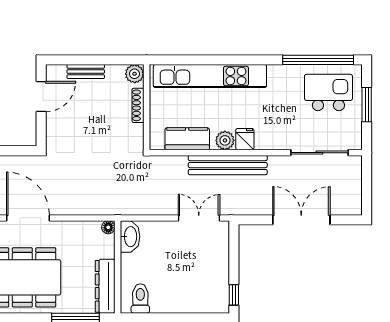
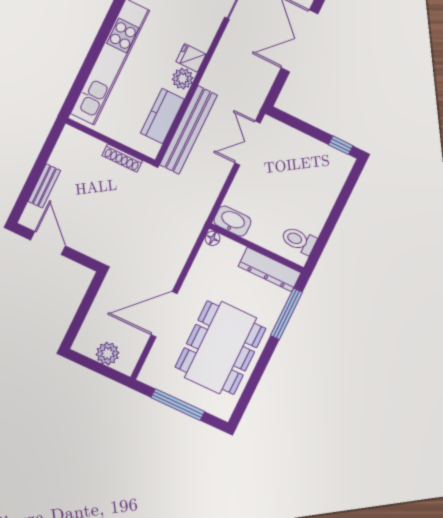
plant: (135, 74) -> (71, 137), removed
shoe rack: (138, 105) -> (122, 158), moved
bench: (228, 165) -> (188, 130), moved

